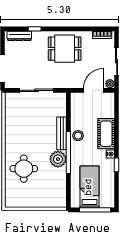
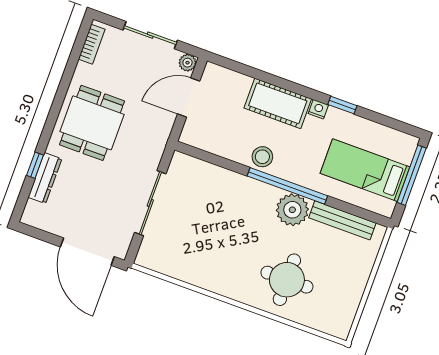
dresser: (19, 36) -> (45, 178), moved
door: (93, 90) -> (189, 98), hinge flipped
bench: (62, 133) -> (342, 220), moved

